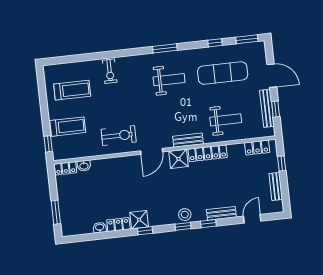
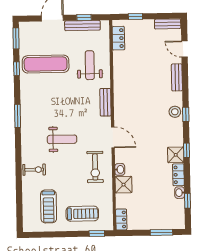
exercise mat: (223, 73) -> (46, 64), turned 90
weight bench: (169, 80) -> (62, 139), moved, turned 90
treadmill: (72, 90) -> (49, 206), turned 180
treadmill: (68, 127) -> (82, 214), turned 90
exercise bike: (119, 136) -> (95, 167), turned 180
locker: (208, 153) -> (119, 85), removed
shower: (179, 159) -> (124, 185), moved
washbasin: (84, 166) -> (120, 169), moved
bench: (276, 186) -> (168, 24), moved
window: (208, 224) -> (187, 201), moved

